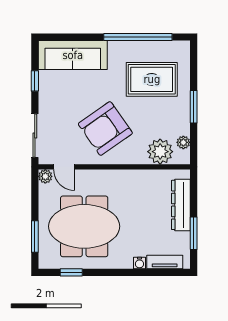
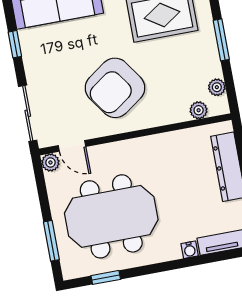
plant: (160, 152) -> (199, 110), width x0.53, depth x0.53

